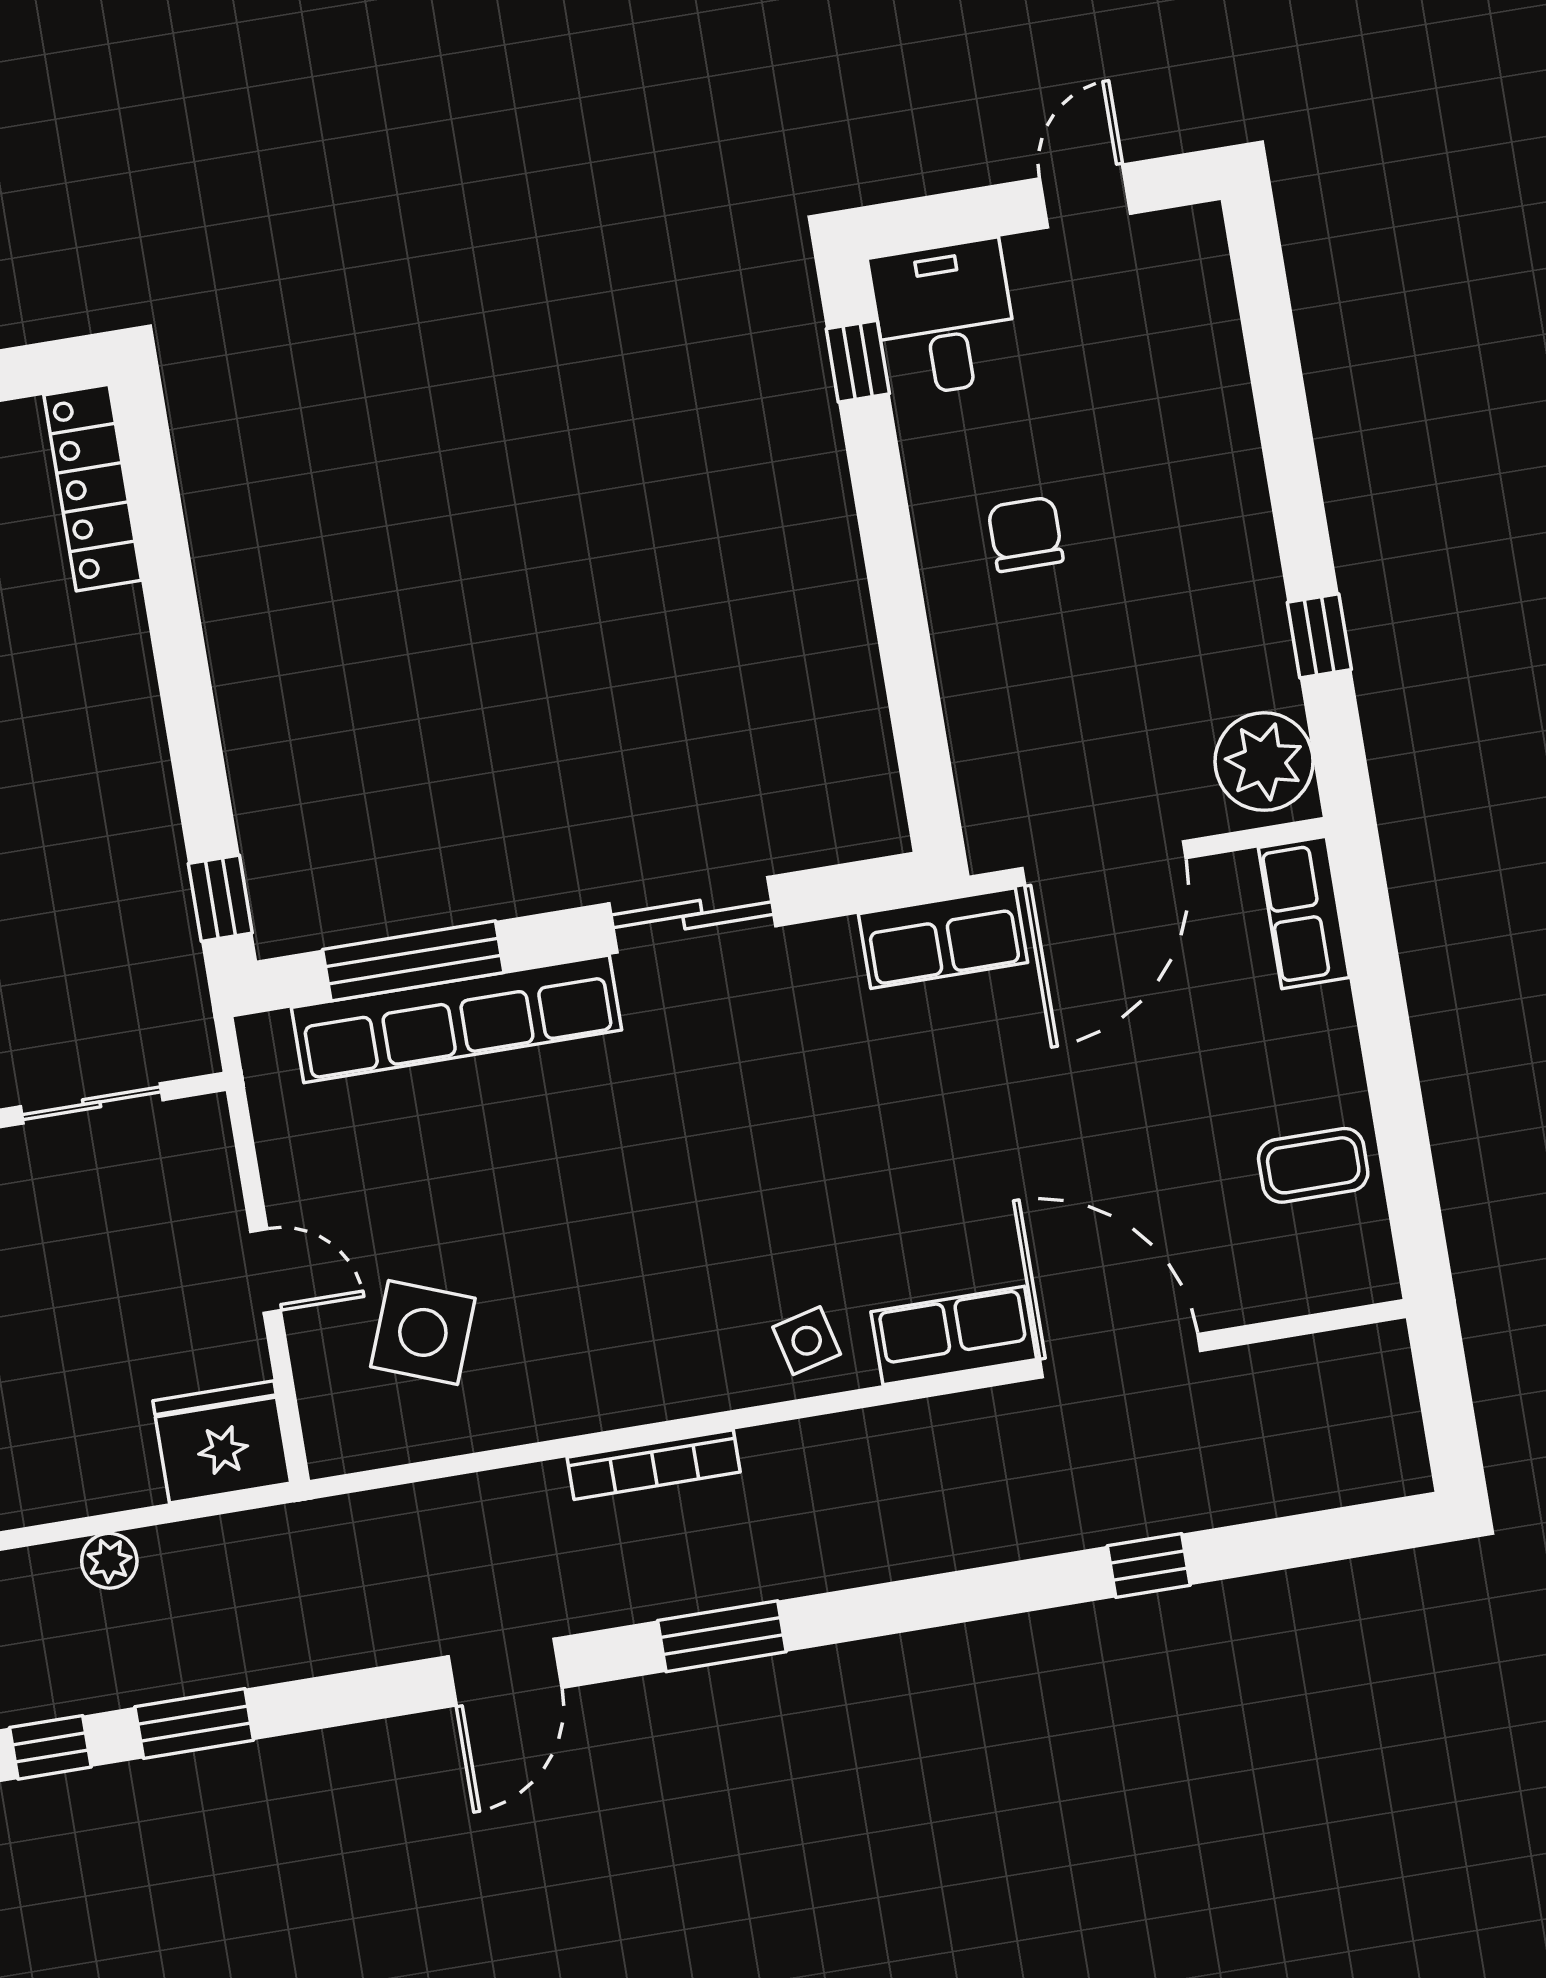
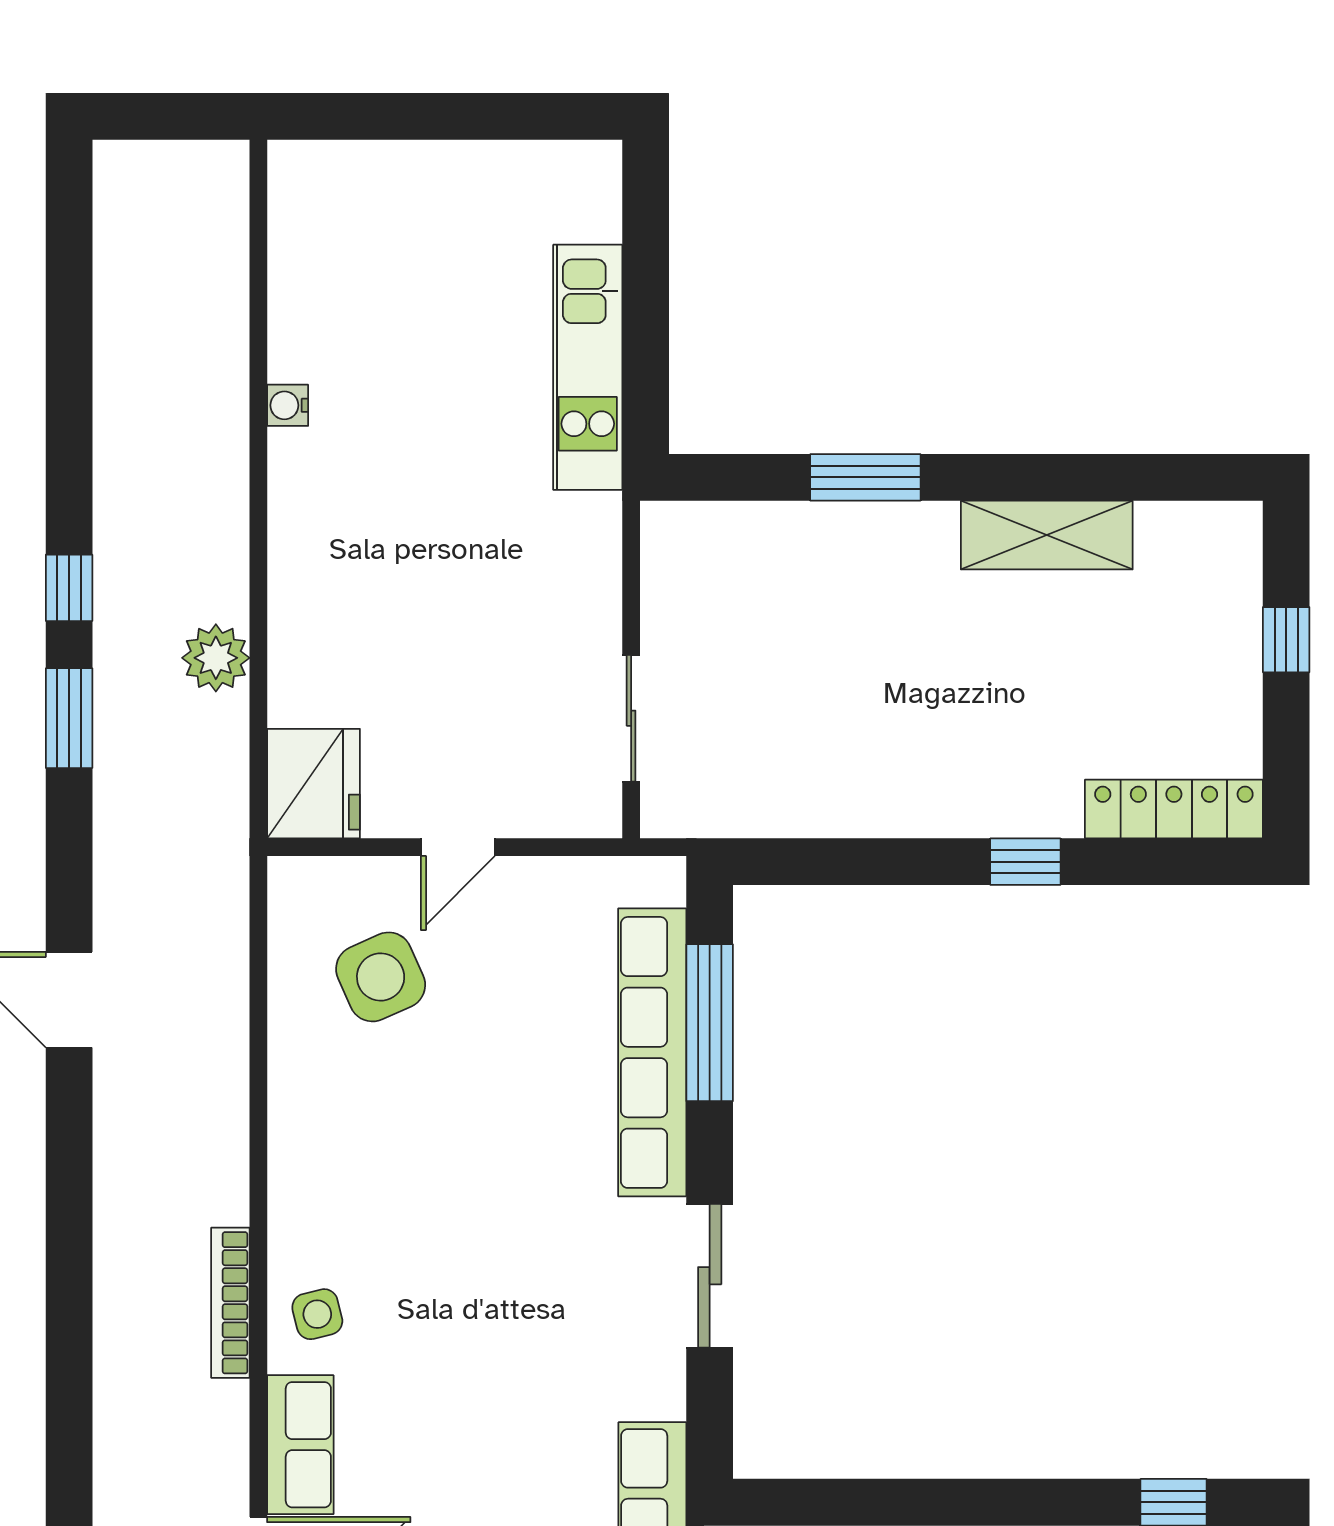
window: (220, 898) -> (1025, 862), moved
side table: (423, 1332) -> (381, 977), turned 45
bookcase: (654, 1465) -> (230, 1303), moved
plant: (109, 1561) -> (216, 658), width x1.38, depth x1.38
window: (722, 1636) -> (69, 1196), removed

